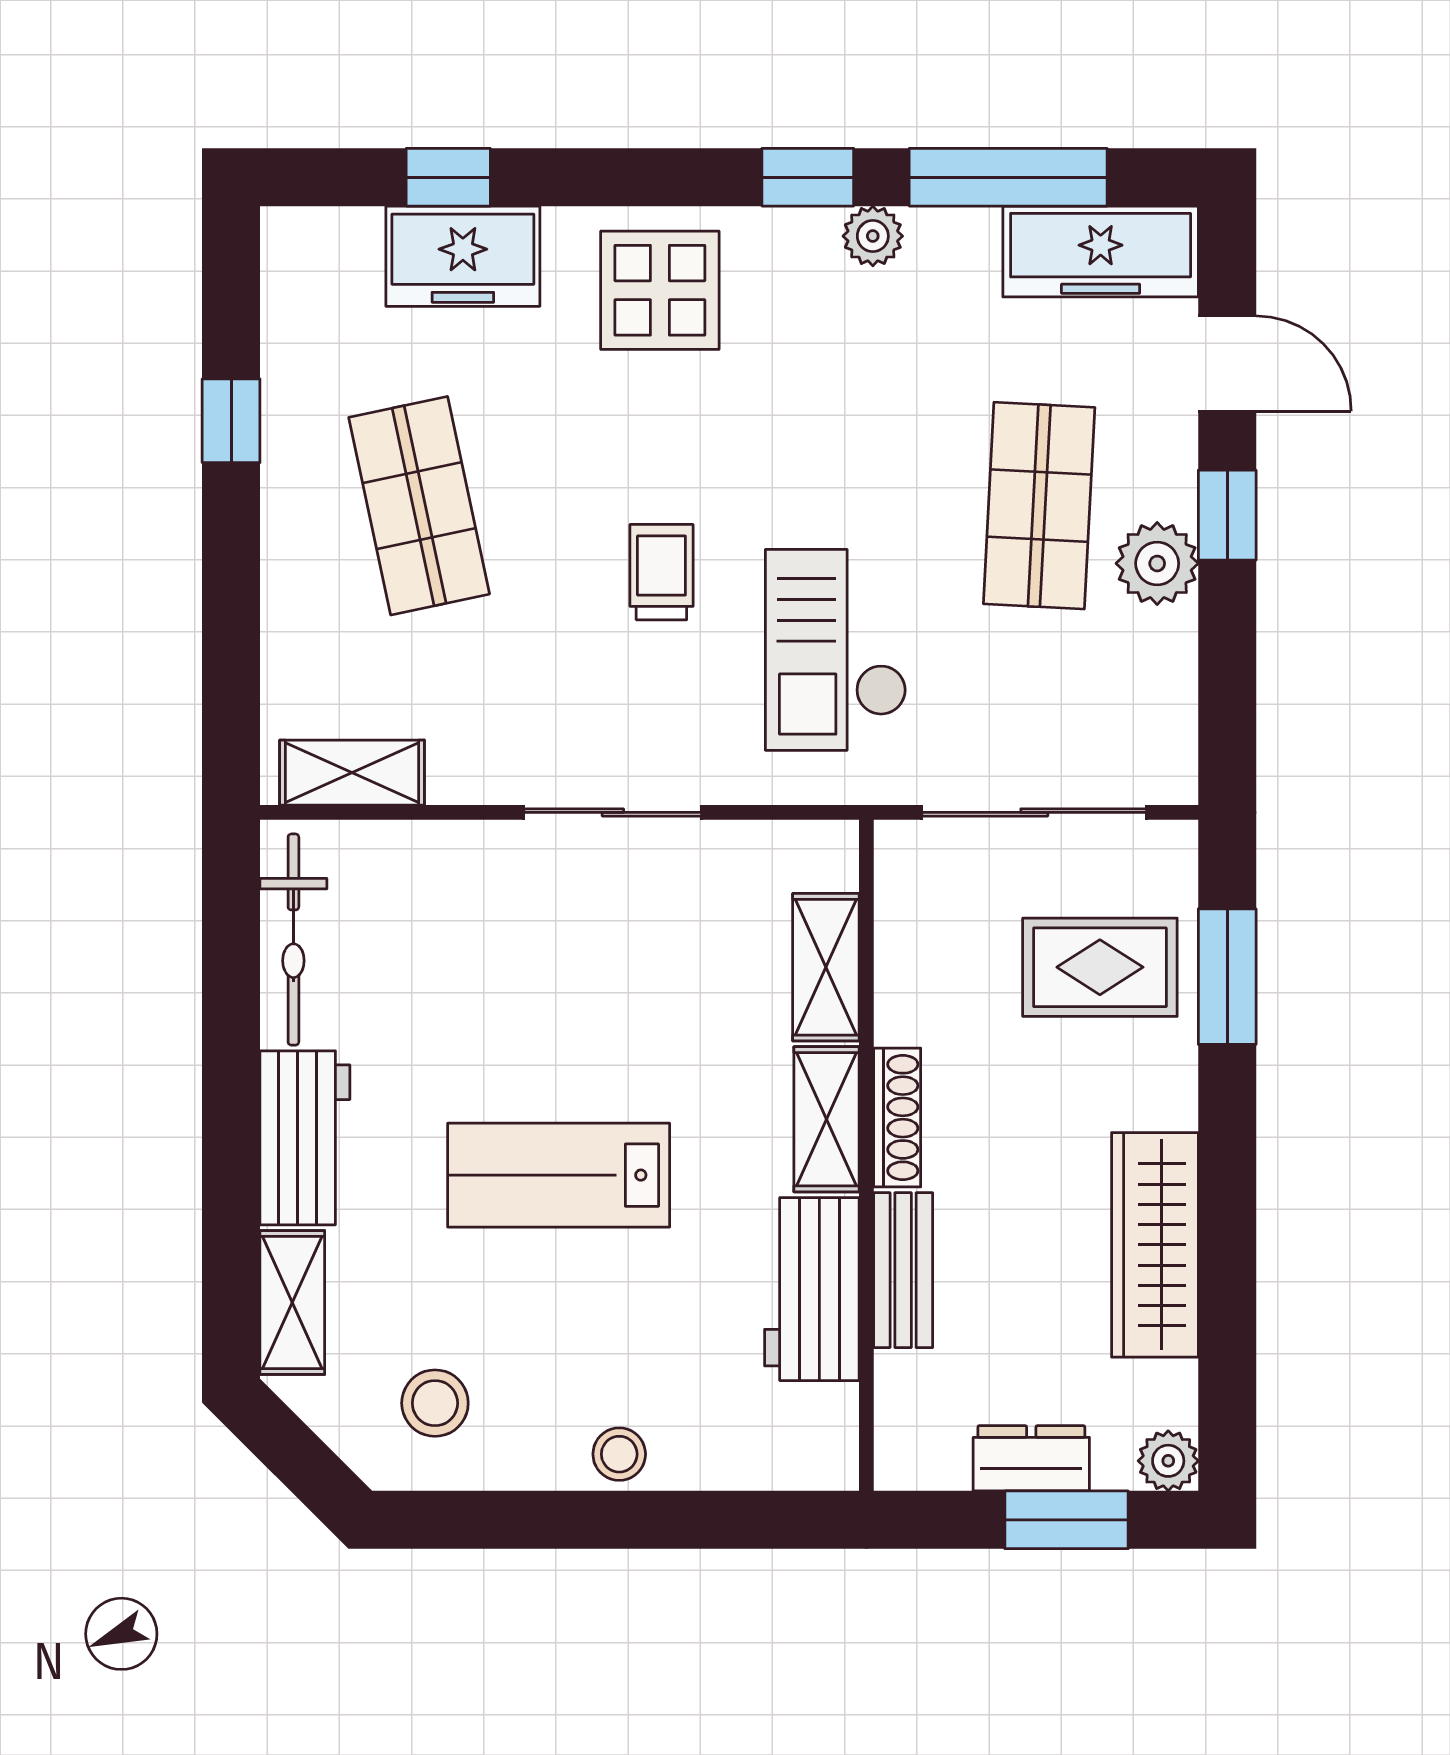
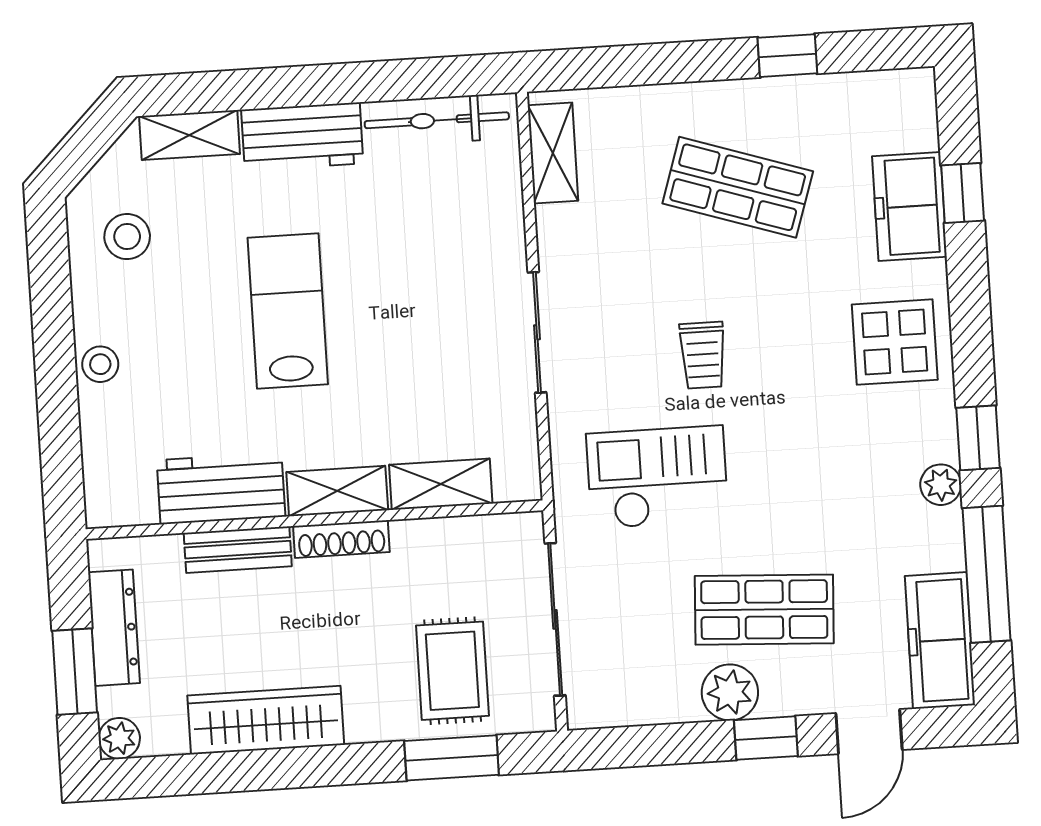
shop shelf: (419, 506) -> (738, 187), turned 30
trolley: (661, 572) -> (703, 355), turned 90
dresser: (1031, 1458) -> (114, 628), width x1.44

